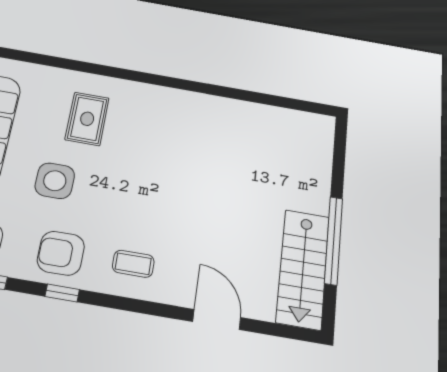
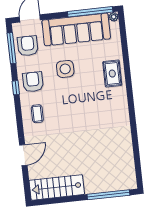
rug: (87, 119) -> (112, 74), moved, turned 90
window: (334, 240) -> (108, 195), moved

